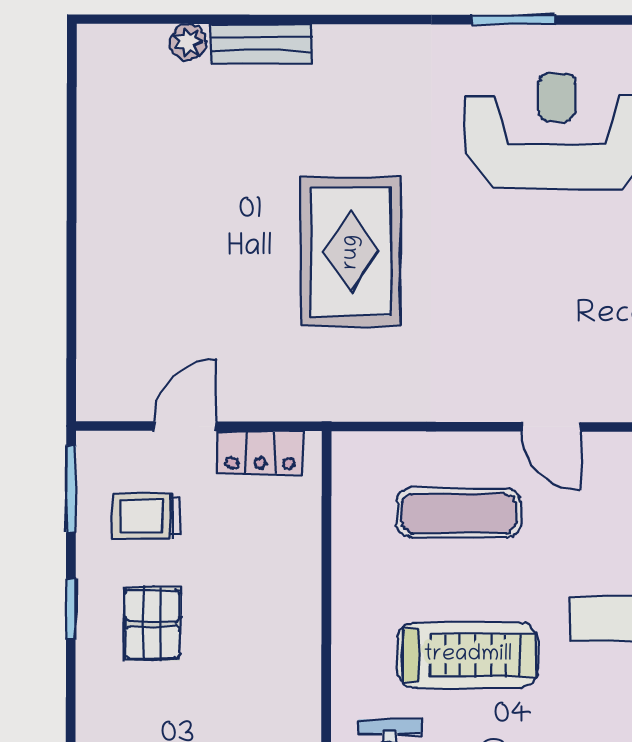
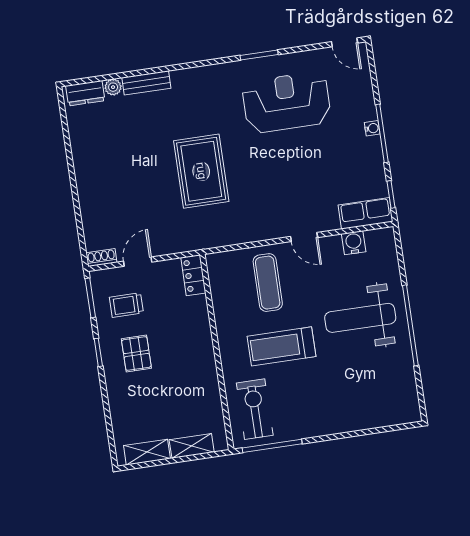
dresser: (126, 46) -> (85, 93), added
shoe rack: (108, 406) -> (101, 258), added
locker: (260, 452) -> (193, 275), moved, turned 90
exercise mat: (458, 513) -> (268, 283), turned 90
treadmill: (468, 655) -> (281, 346), turned 180

